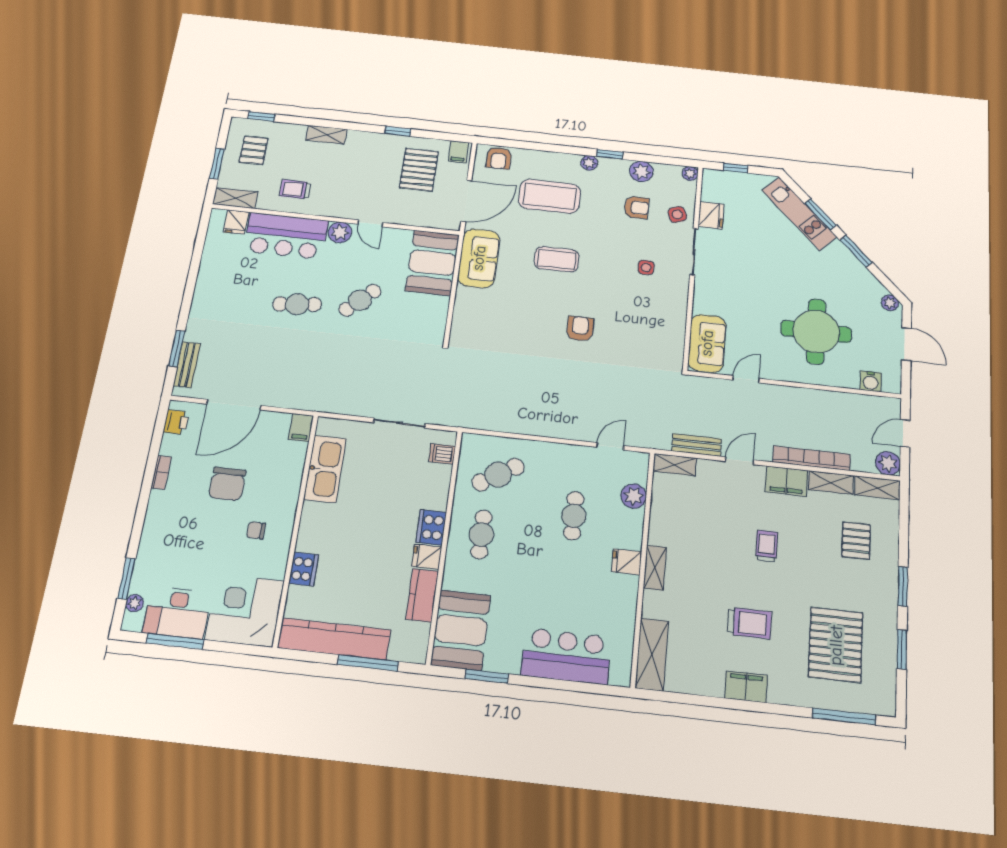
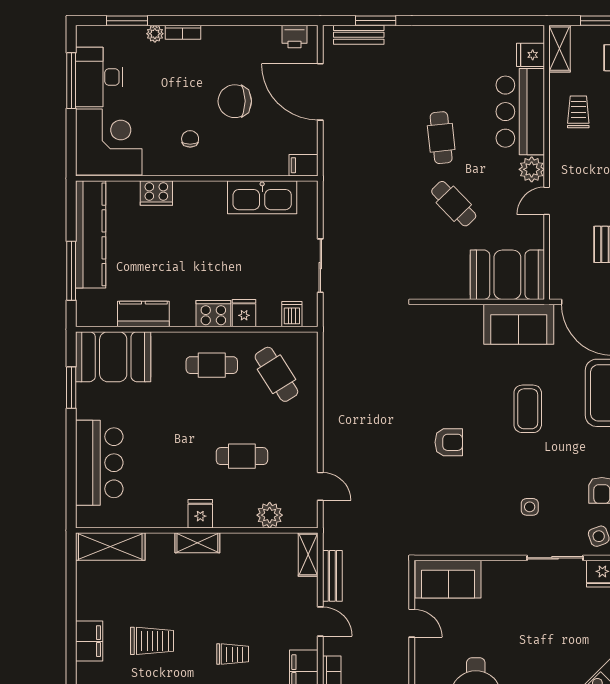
bookcase: (161, 472) -> (183, 32), moved
fridge: (427, 557) -> (244, 313), moved
plant: (135, 603) -> (155, 34), moved
trolley: (749, 623) -> (152, 641), turned -90

